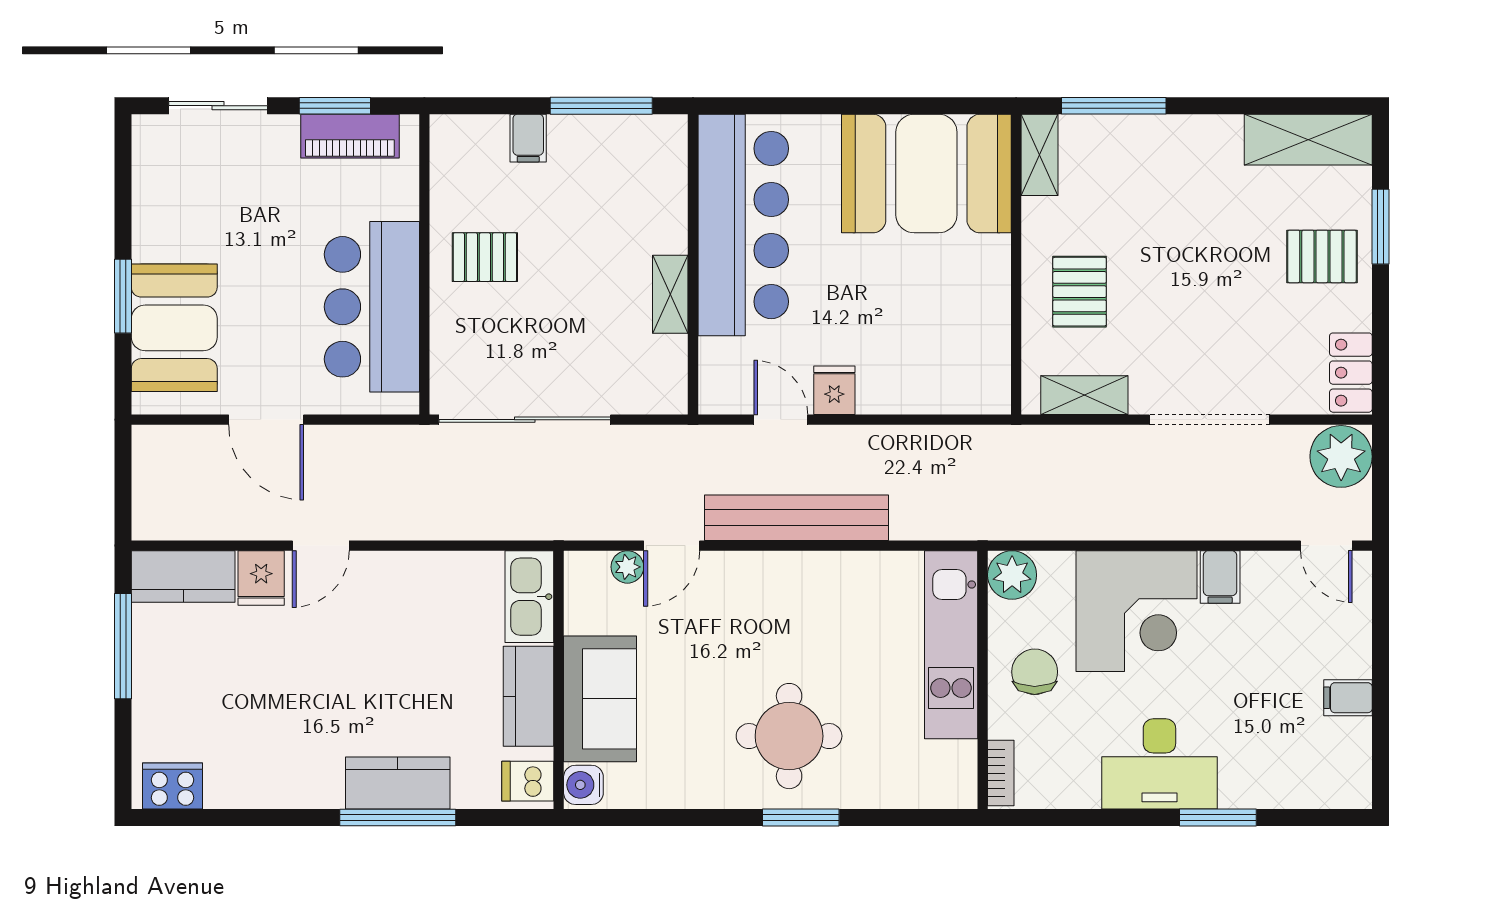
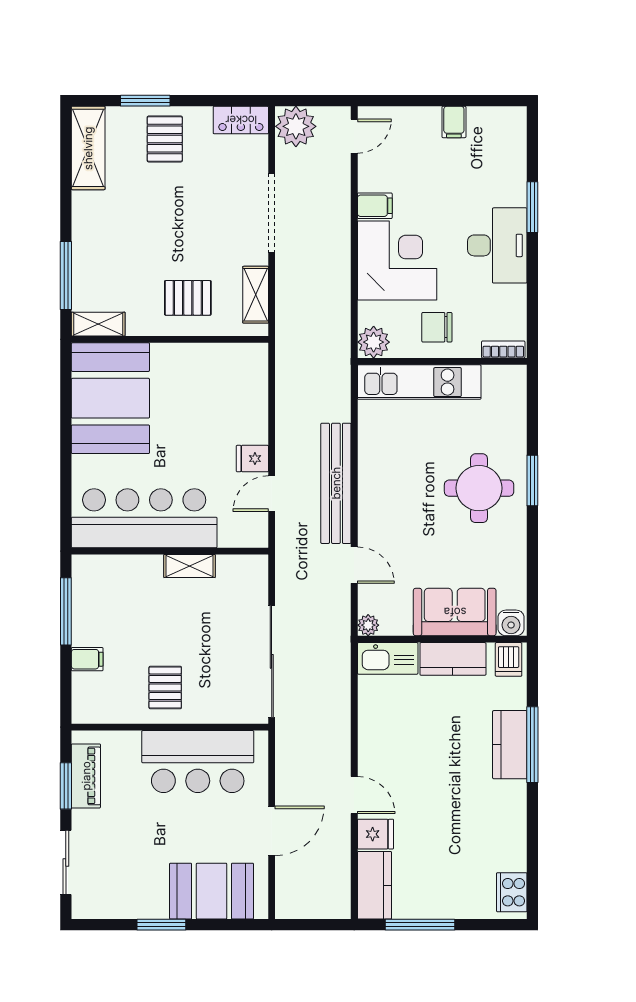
window: (123, 296) -> (161, 925), moved
plant: (627, 567) -> (368, 625), moved

